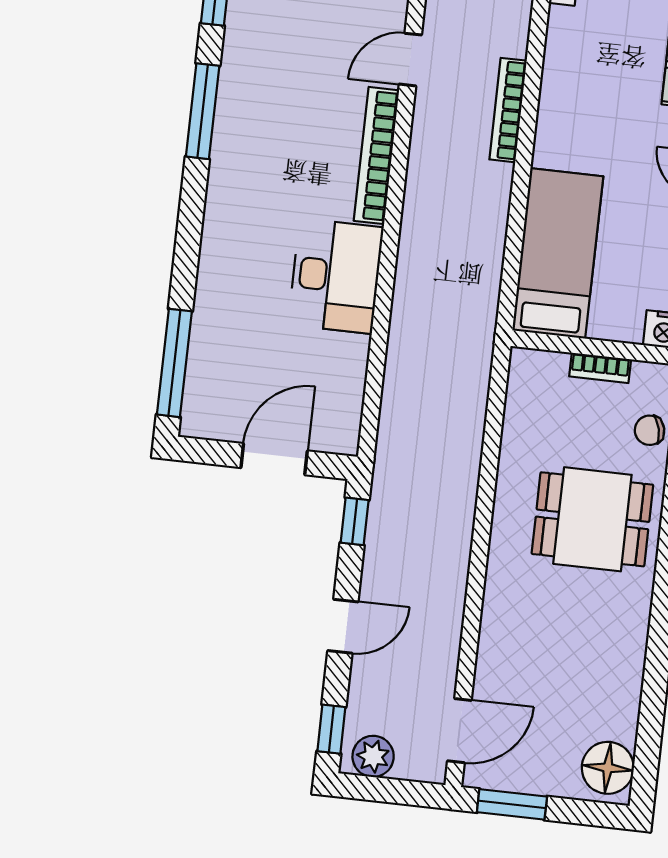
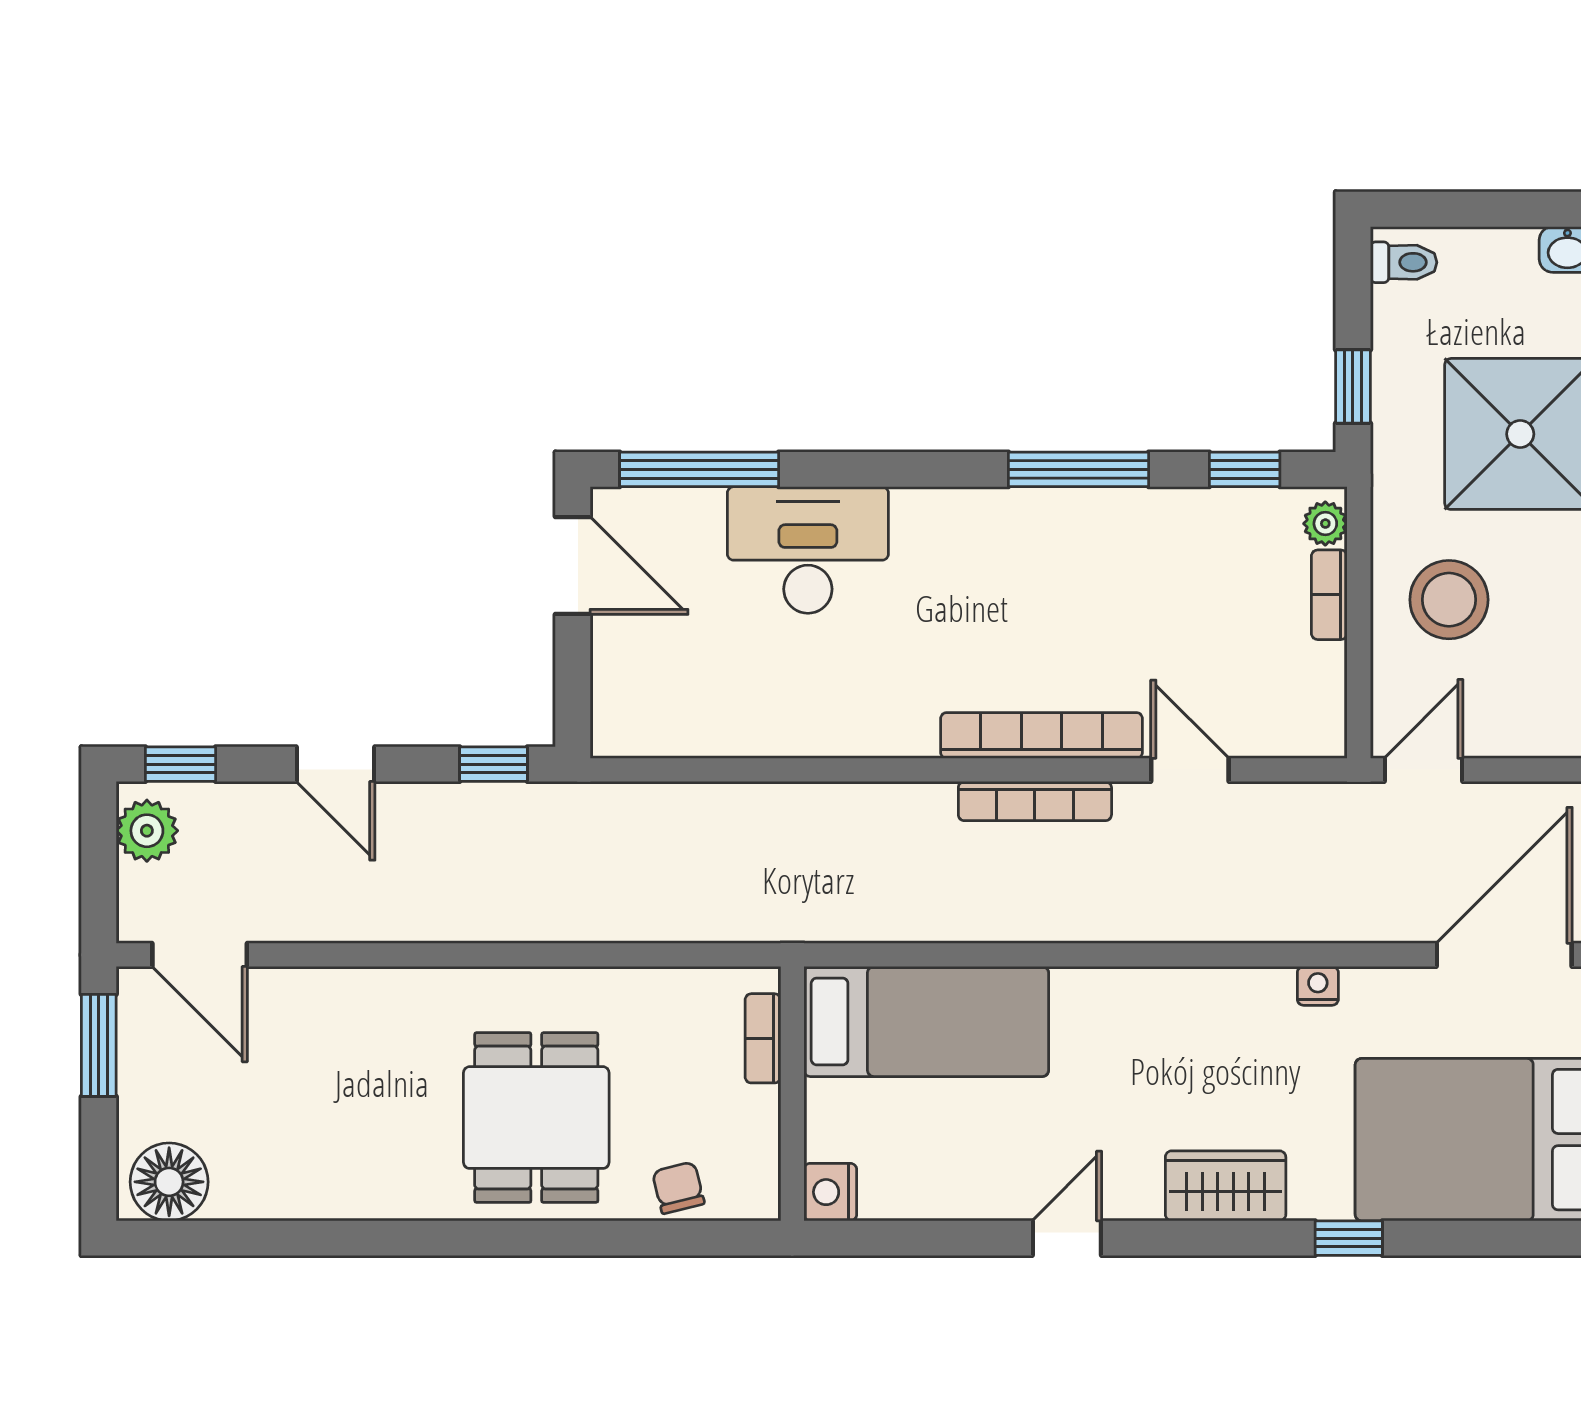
bookcase: (508, 110) -> (1035, 801), moved, turned 180
desk: (336, 276) -> (808, 550), moved, turned 180
bookcase: (600, 368) -> (763, 1038), moved
door: (274, 459) -> (573, 566), moved

